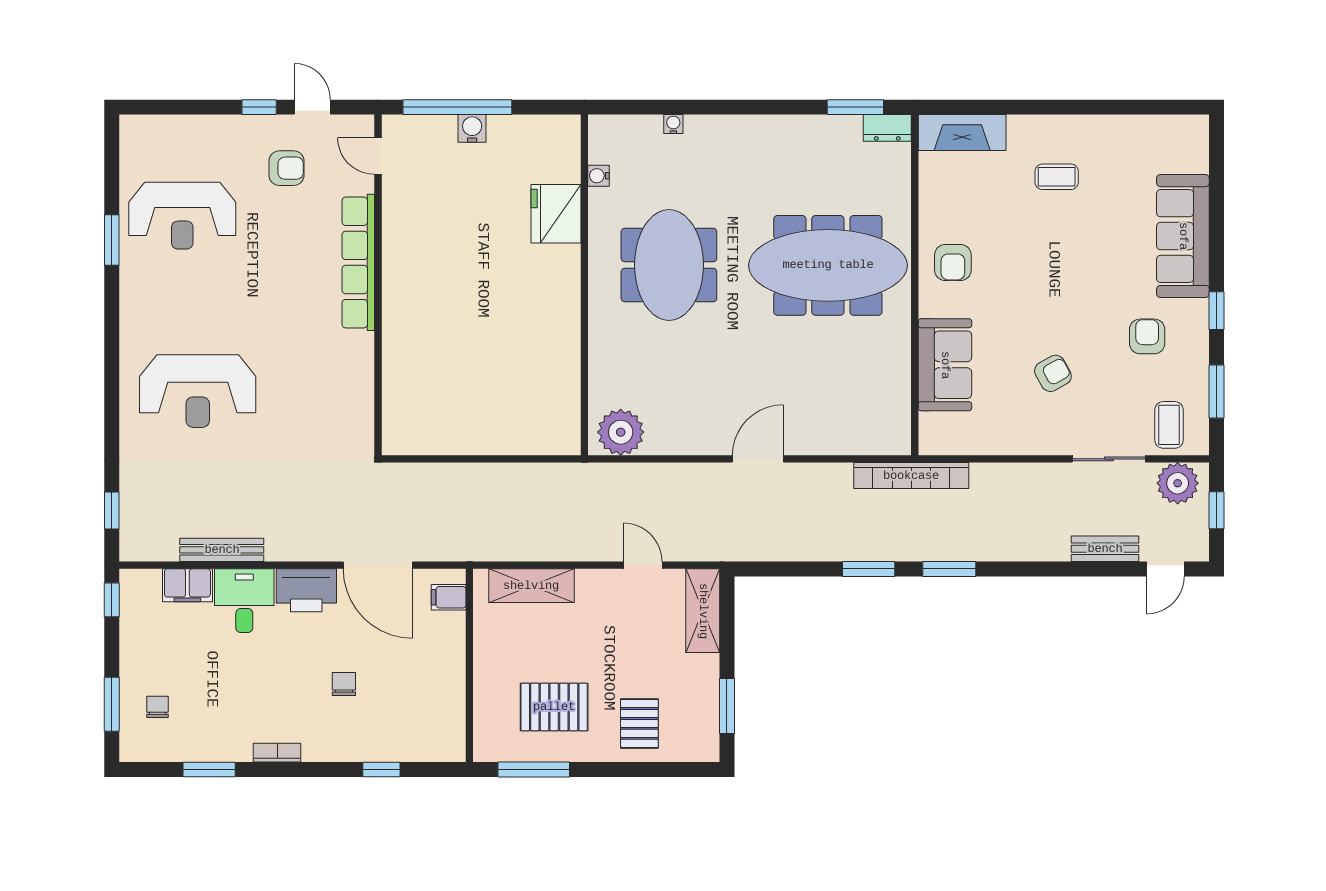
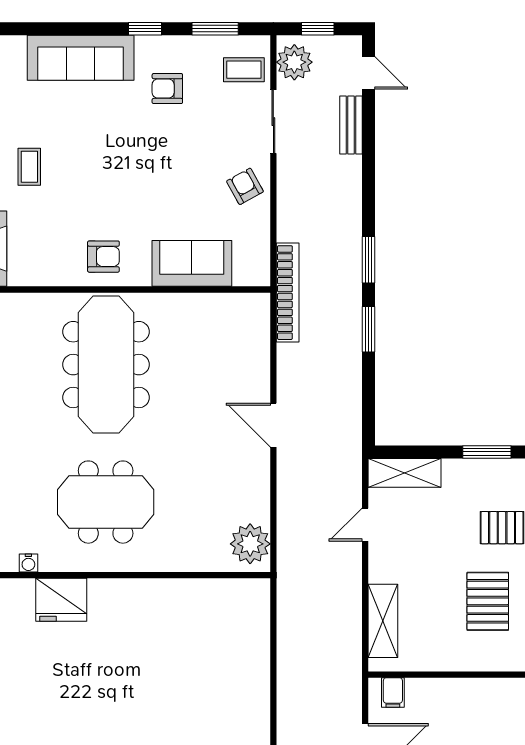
armchair: (1053, 373) -> (245, 186), moved

